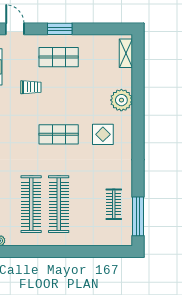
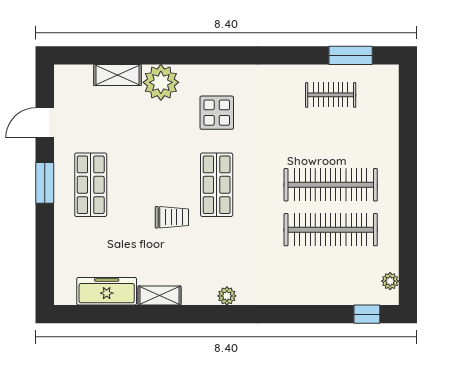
door: (15, 29) -> (45, 123), moved
shelving: (126, 53) -> (118, 75), moved
trolley: (31, 87) -> (172, 217), moved, turned 90
window: (138, 216) -> (351, 55), width x0.69

